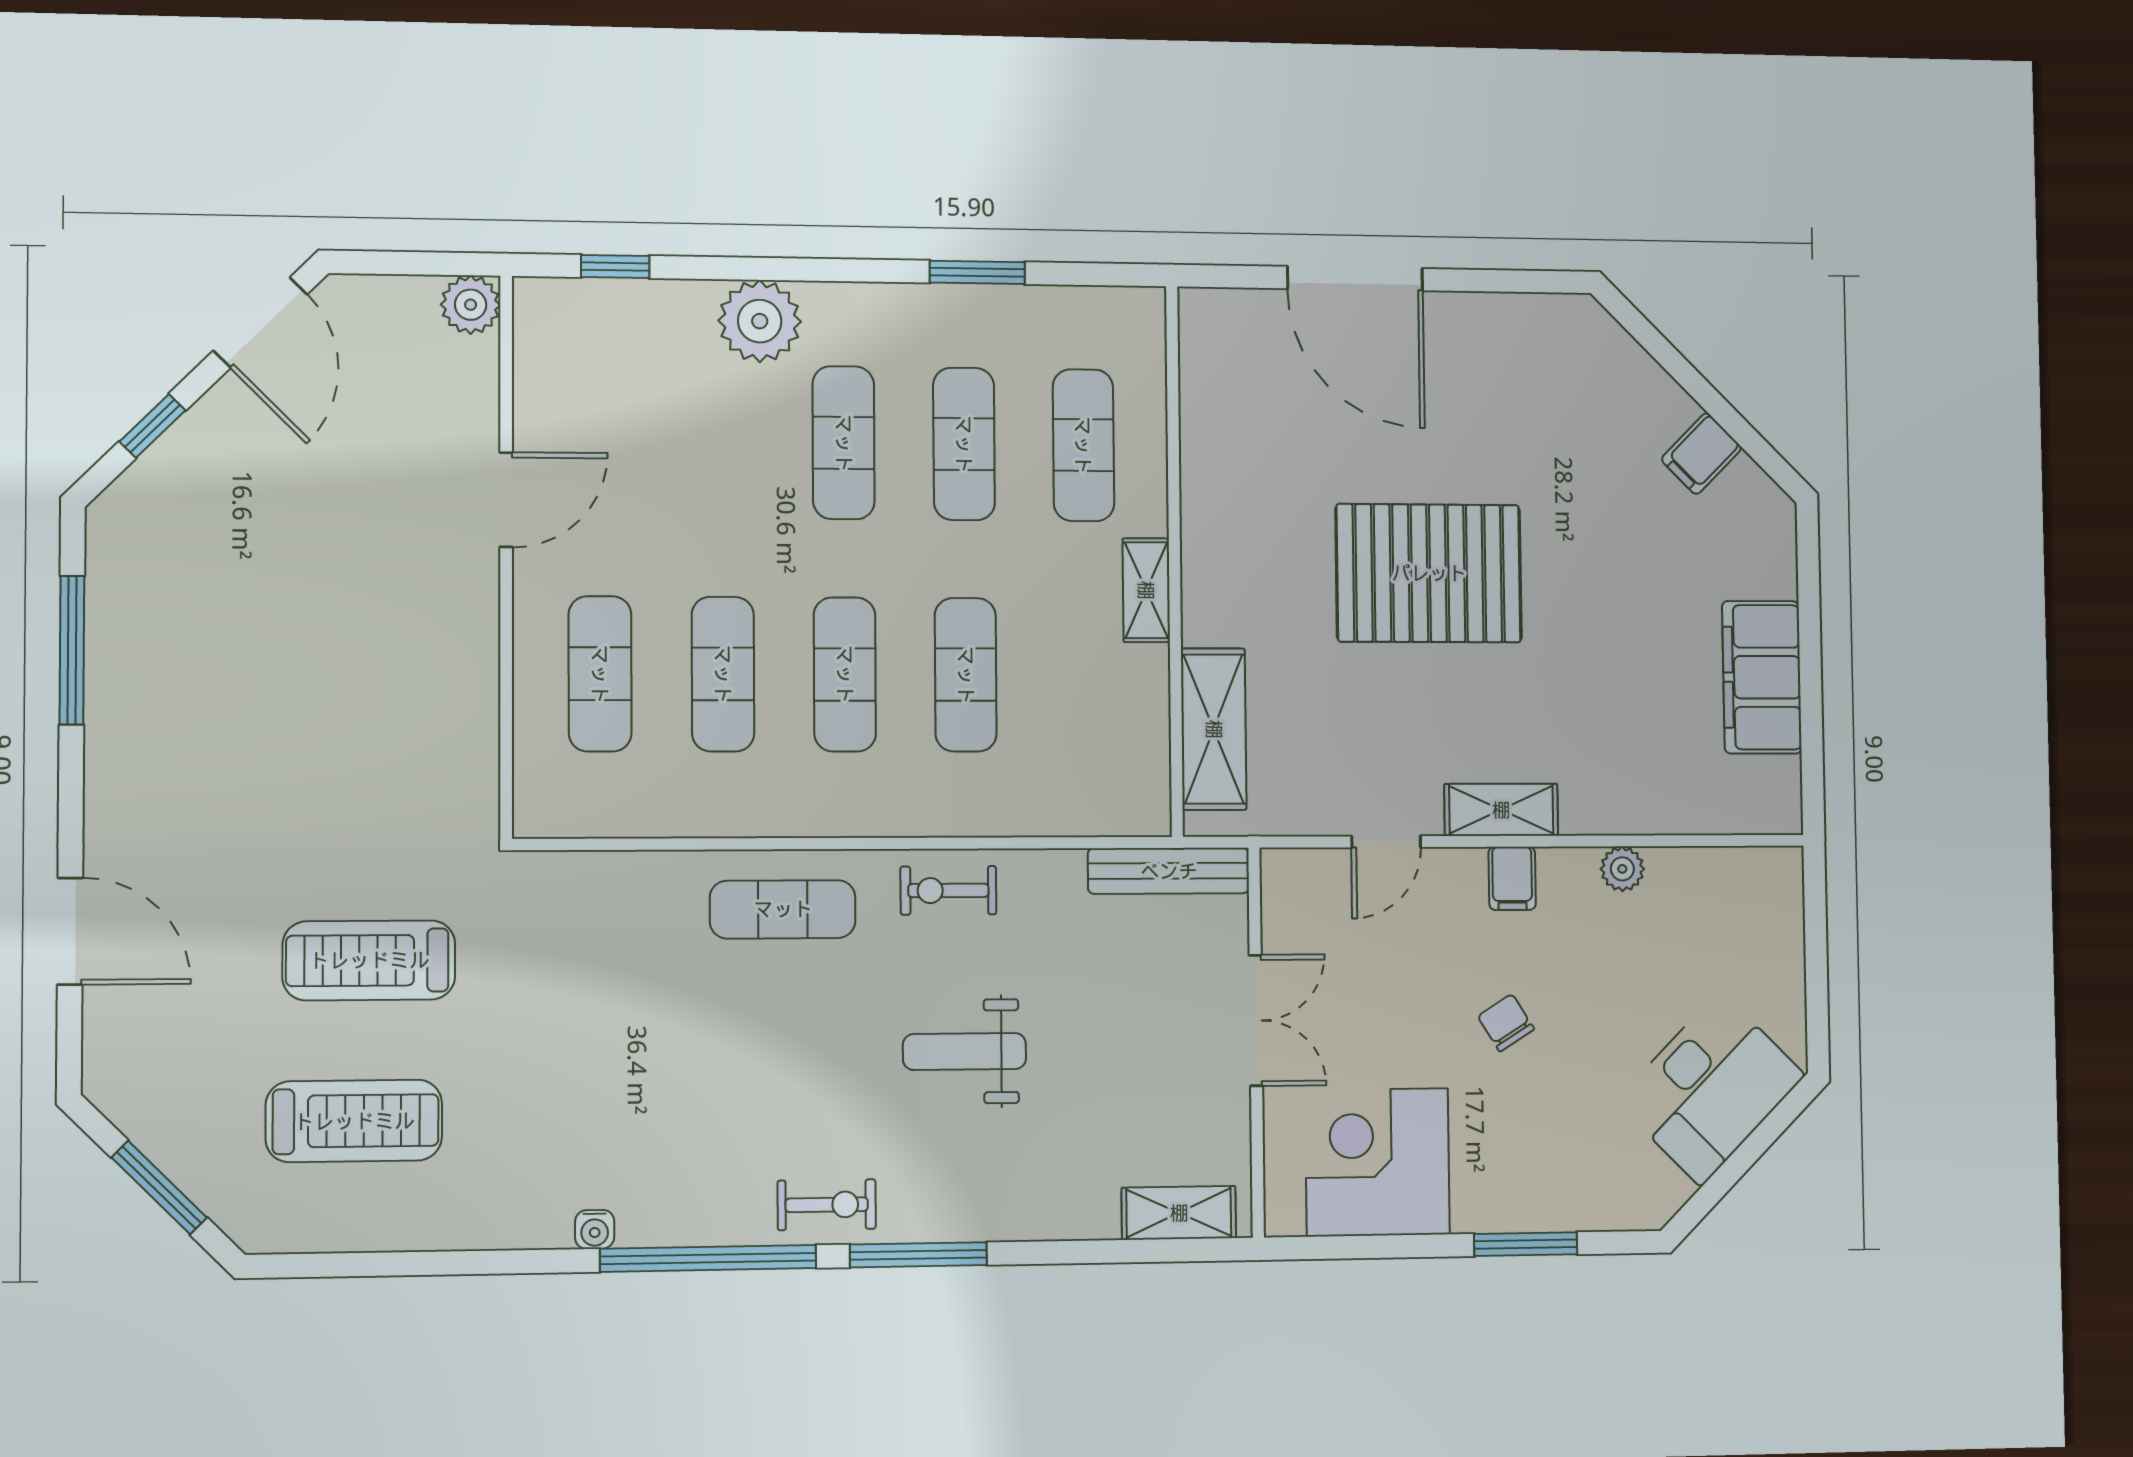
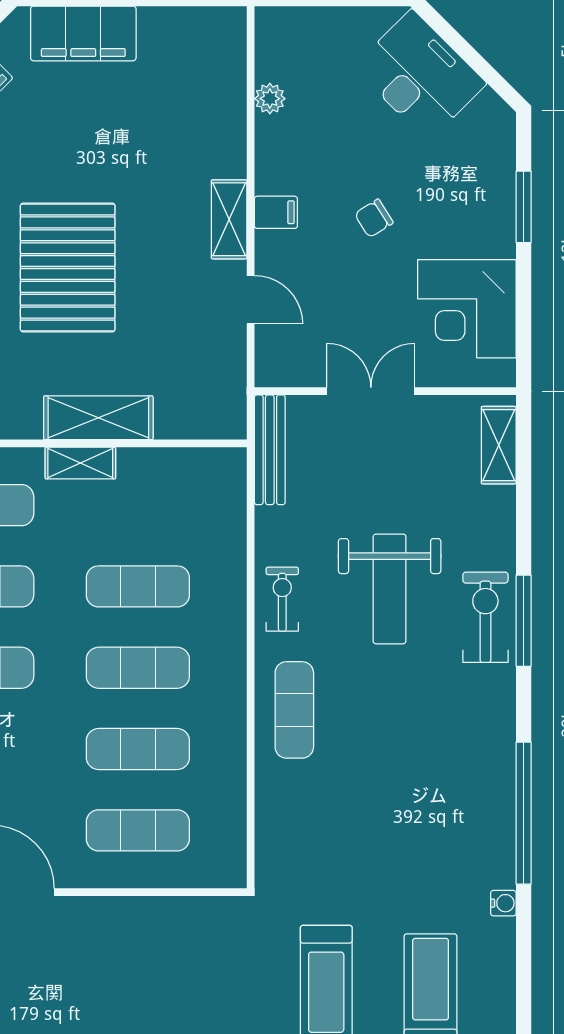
filing cabinet: (1762, 677) -> (83, 33), moved
shelving: (1214, 729) -> (98, 418), moved
plant: (1622, 869) -> (270, 99), moved
exercise bike: (948, 890) -> (282, 599), turned 180
weight bench: (964, 1052) -> (390, 589), width x1.36, depth x1.33
exercise bike: (827, 1205) -> (485, 617), moved, width x1.38, depth x1.39
water cooler: (595, 1229) -> (503, 903), moved
window: (708, 1258) -> (524, 813), moved

